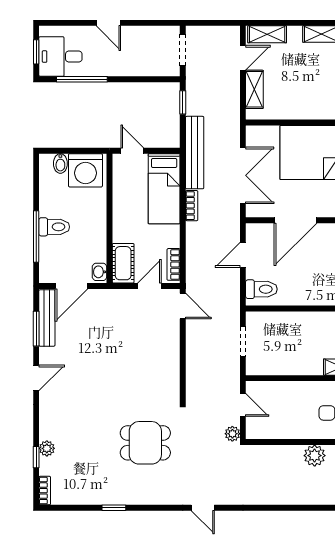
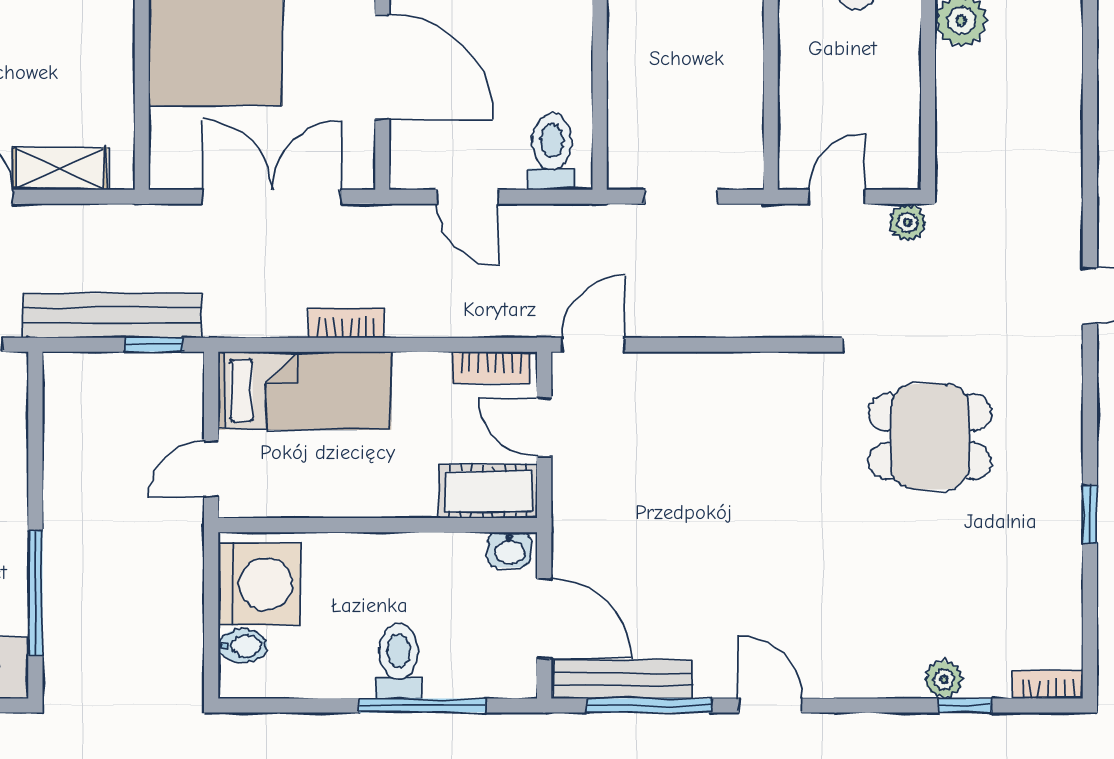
window: (183, 102) -> (154, 345), moved
bench: (195, 153) -> (112, 316), moved
window: (36, 329) -> (649, 706), width x1.44
dining table: (145, 443) -> (930, 437), turned 90

